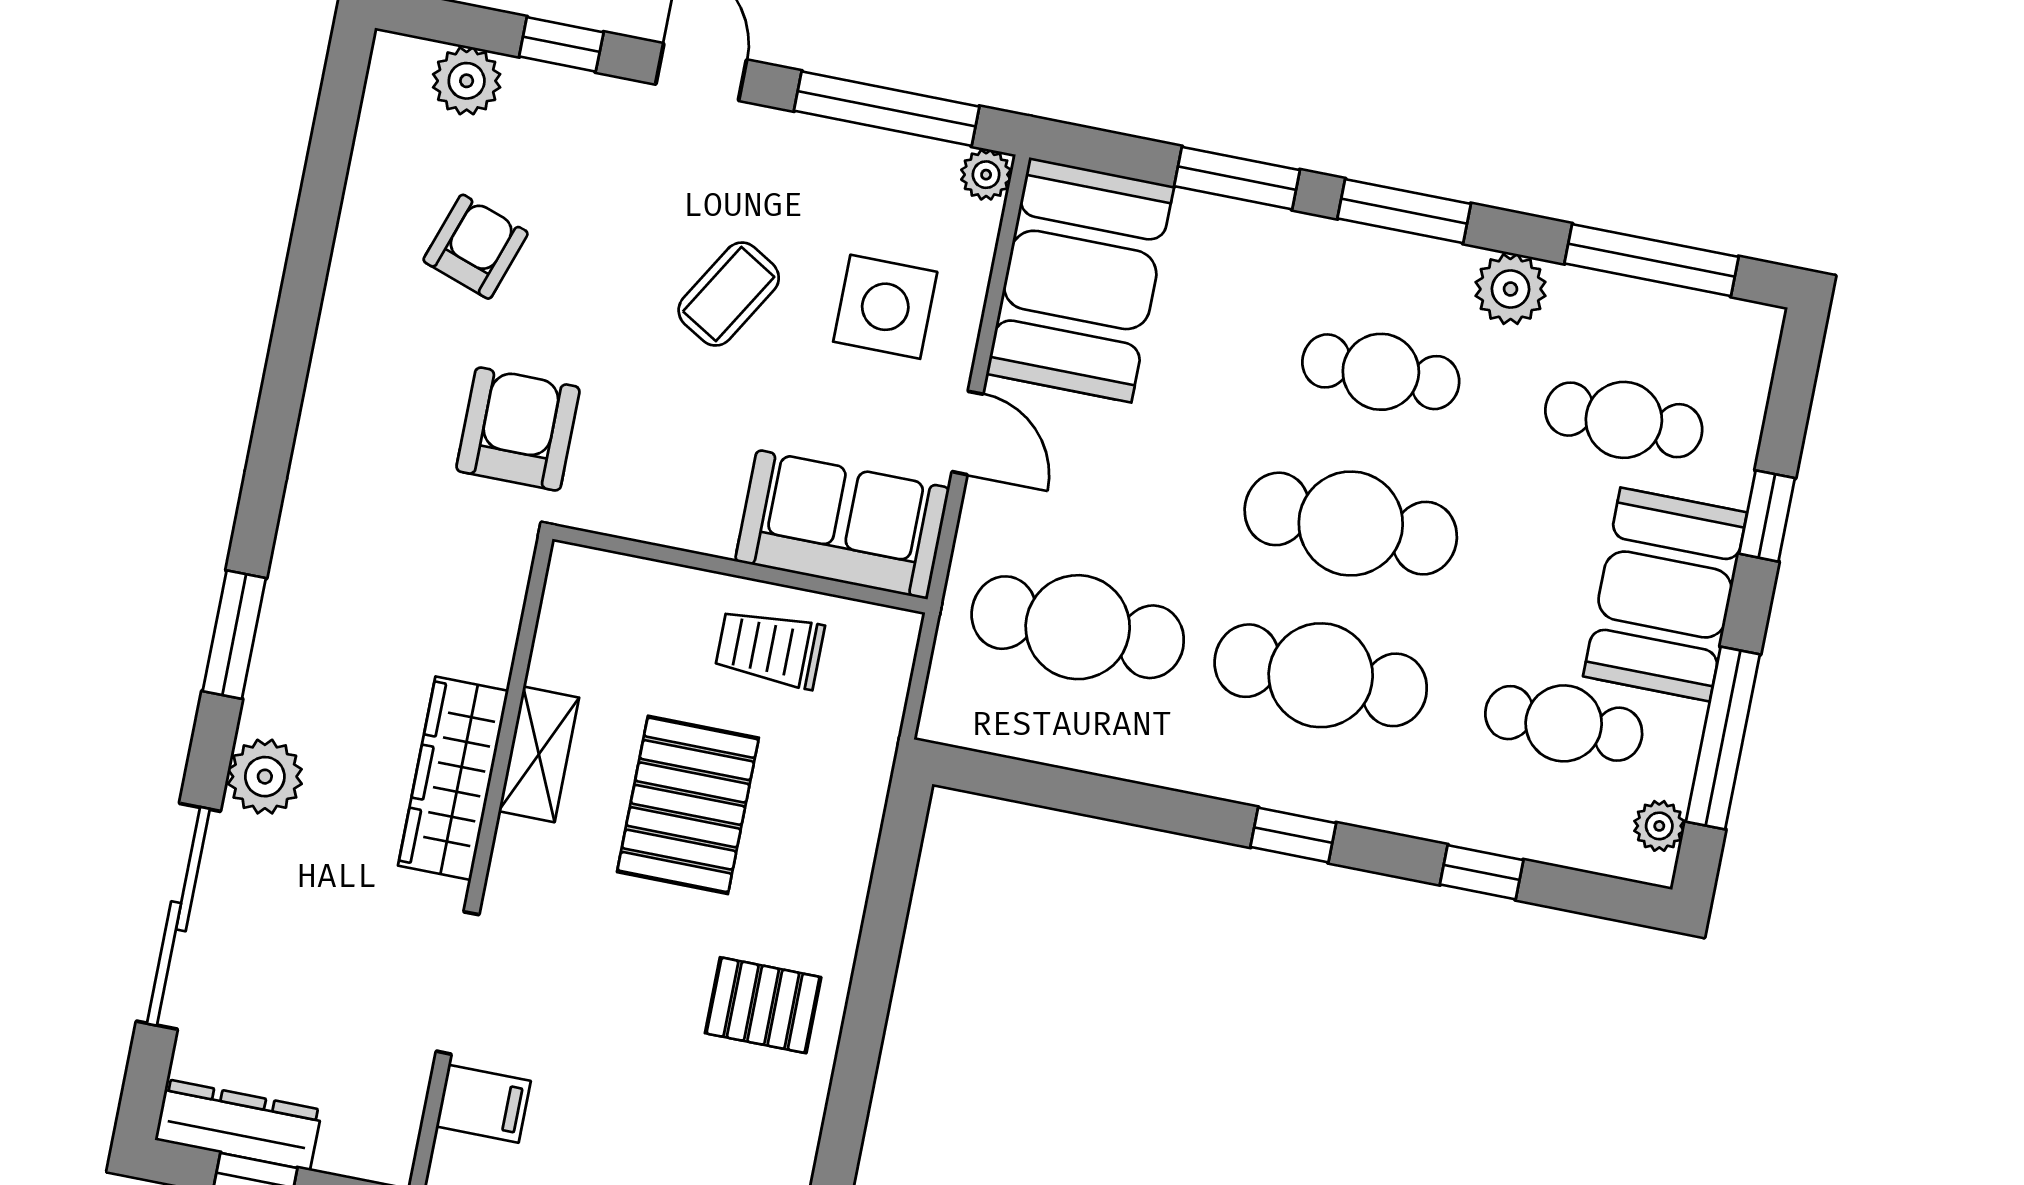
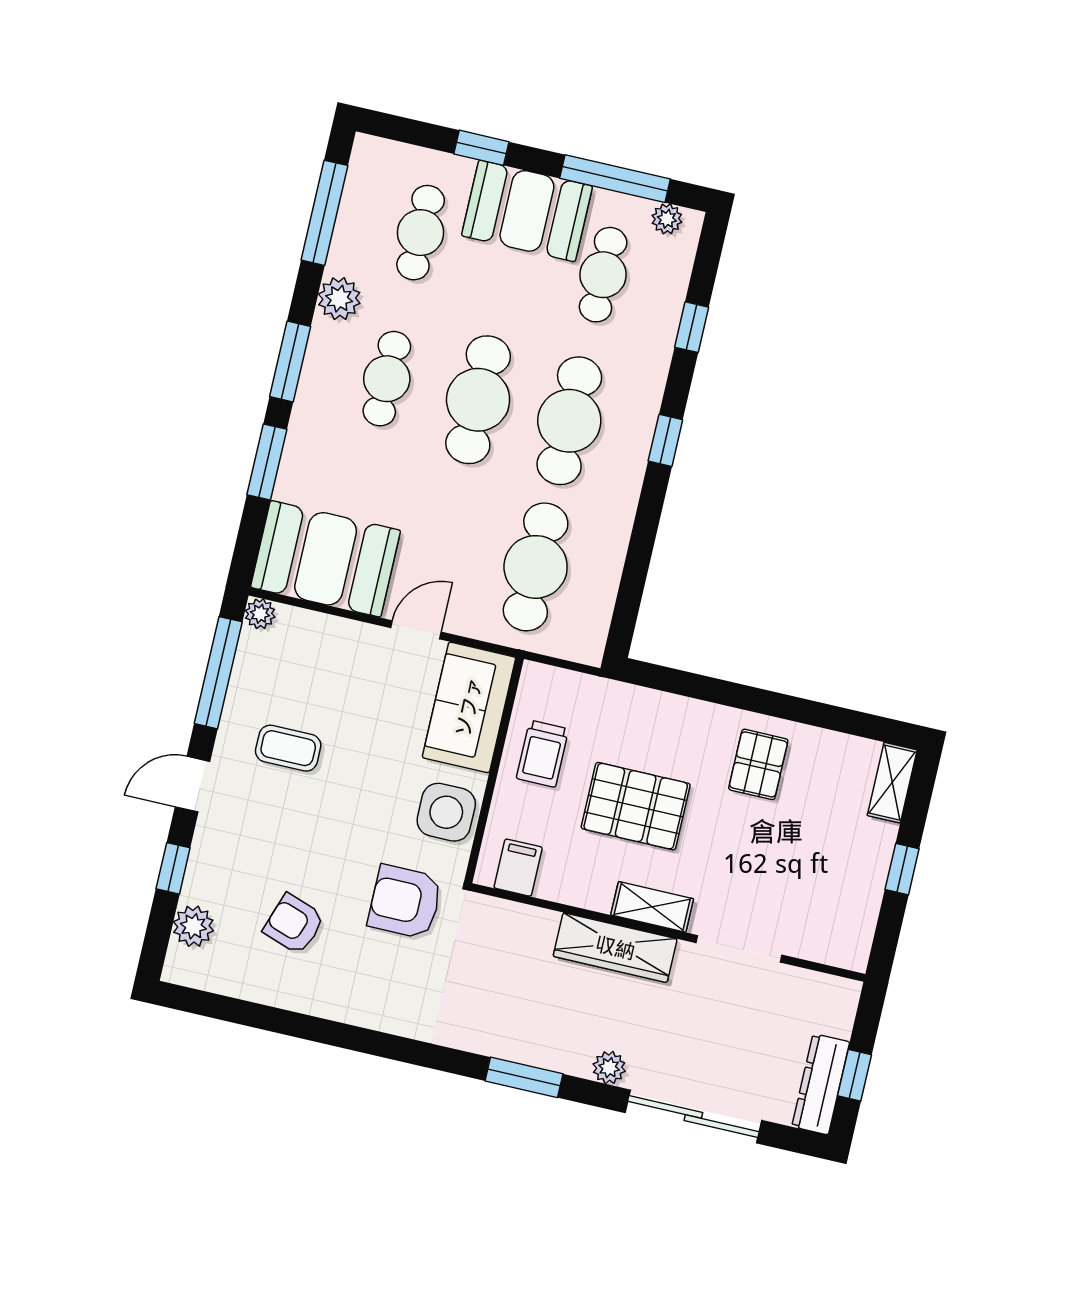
coffee table: (729, 294) -> (288, 748), moved, turned -31
side table: (885, 307) -> (446, 812), moved
shelving: (539, 754) -> (652, 907), moved
plant: (265, 777) -> (609, 1068), width x0.73, depth x0.73
filing cabinet: (483, 1104) -> (518, 868), moved

